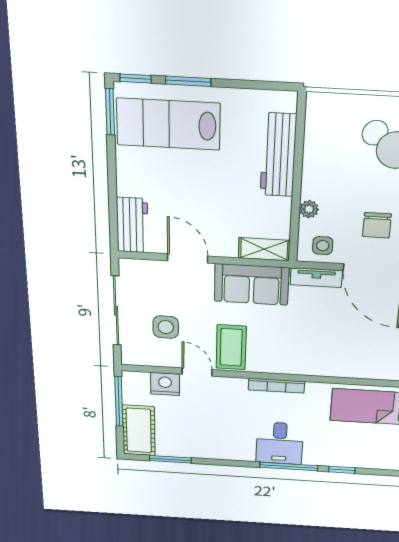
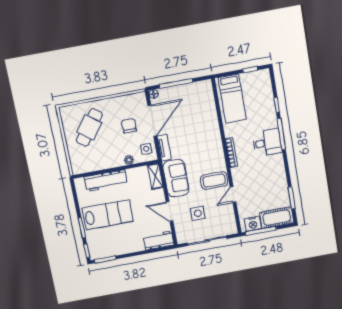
lab bench: (168, 124) -> (108, 215), moved, turned -90
chair: (377, 225) -> (129, 126), turned -90
door: (188, 258) -> (170, 212), hinge flipped
side table: (166, 327) -> (198, 213), moved
nightstand: (165, 384) -> (253, 224), moved, turned -90

